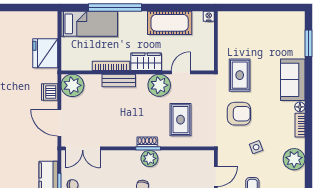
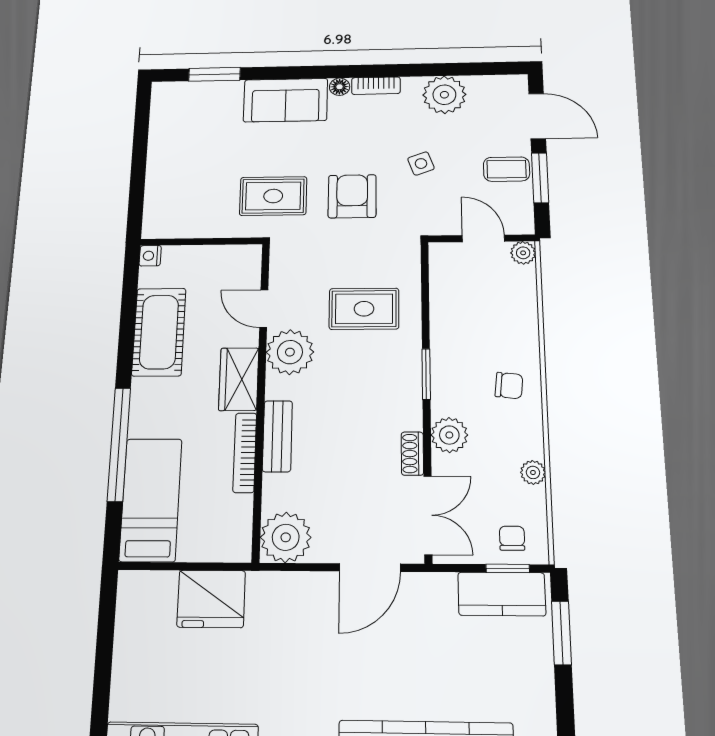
dishwasher: (50, 92) -> (299, 589), removed
shoe rack: (147, 142) -> (412, 454), moved
plant: (149, 158) -> (449, 435), moved

